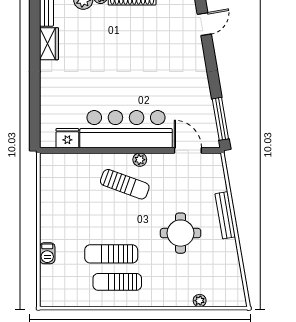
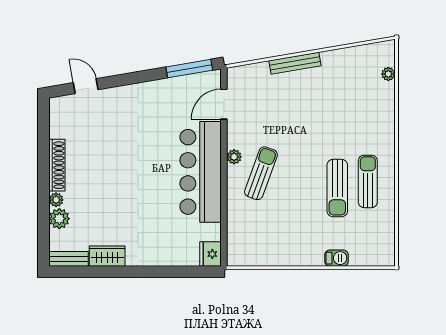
fridge: (67, 138) -> (211, 254), moved
round table: (181, 233) -> (314, 112), removed
sun lounger: (117, 282) -> (368, 181), turned 180
plant: (200, 301) -> (388, 74), moved

